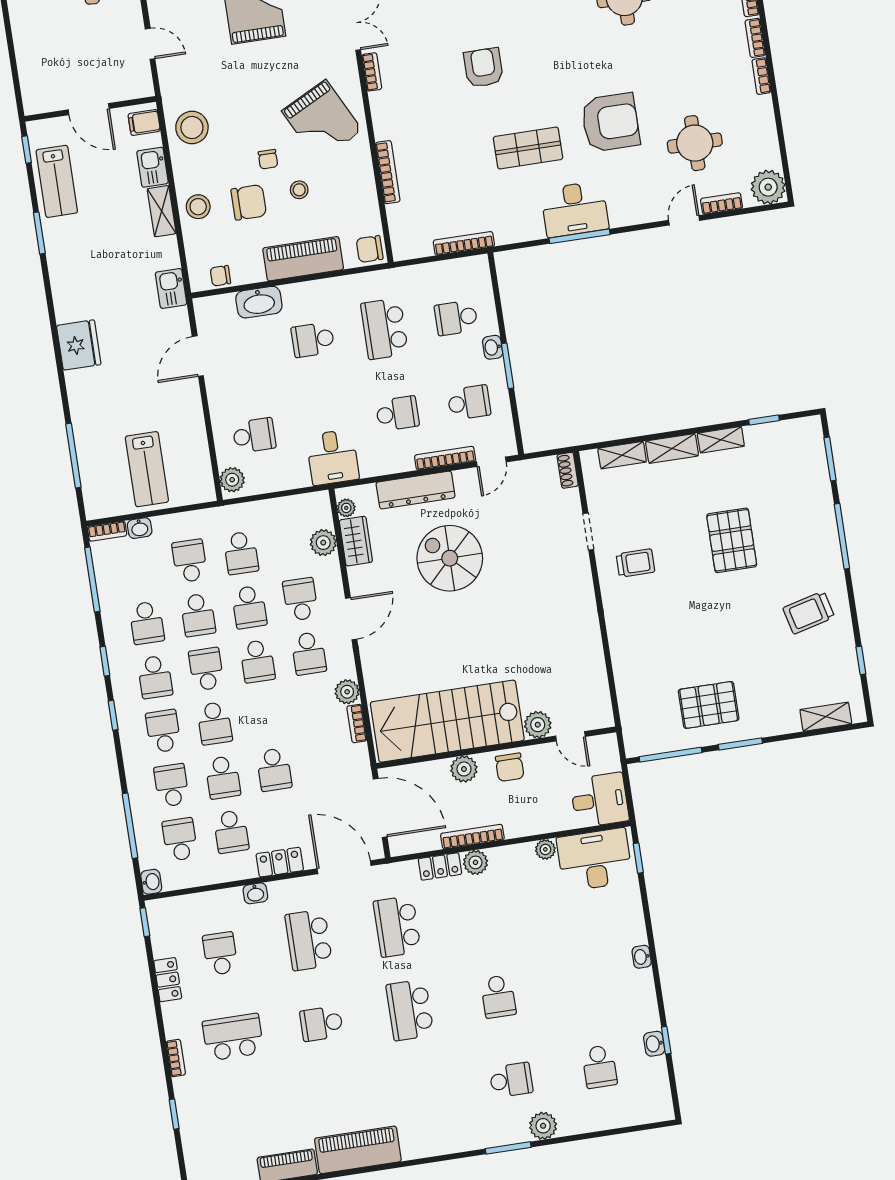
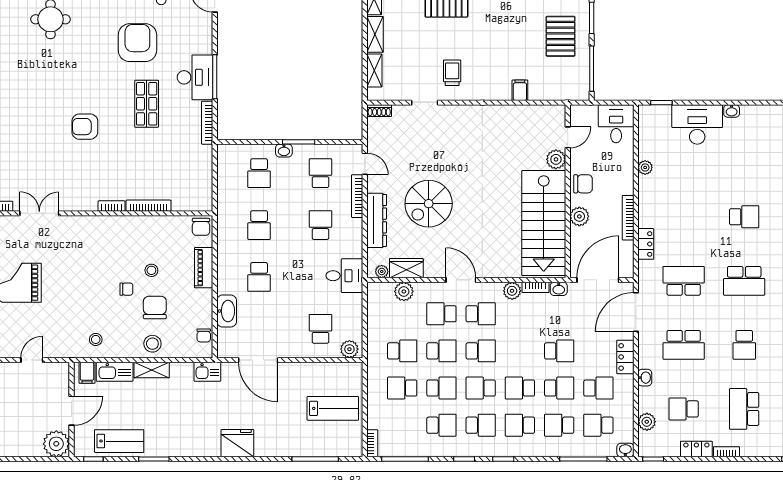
bookcase: (372, 72) -> (112, 206), moved
plant: (40, 95) -> (56, 444), added
grand piano: (322, 121) -> (105, 247), removed
stool: (192, 128) -> (96, 339), width x0.53, depth x0.53
kitchen sink: (152, 167) -> (115, 372), width x1.38
bookcase: (464, 243) -> (207, 123), moved
piano: (303, 259) -> (204, 268), width x0.73, depth x0.75
school desk: (384, 329) -> (259, 225), width x0.54
door: (198, 356) -> (258, 360), width x1.36
washbasin: (140, 528) -> (559, 289), moved, turned 90
filing cabinet: (626, 660) -> (520, 90), added
school desk: (215, 723) -> (520, 388), turned 180
desk: (595, 860) -> (697, 124), moved, turned 90
plant: (476, 862) -> (647, 422), moved
school desk: (397, 926) -> (684, 281), turned 180
bookcase: (176, 1058) -> (726, 452), moved

